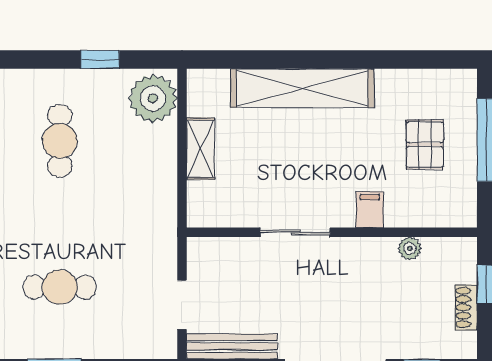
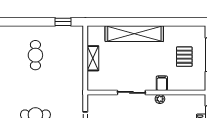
window: (100, 59) -> (63, 22), moved
plant: (153, 98) -> (73, 38), removed
plant: (410, 248) -> (160, 99), moved

